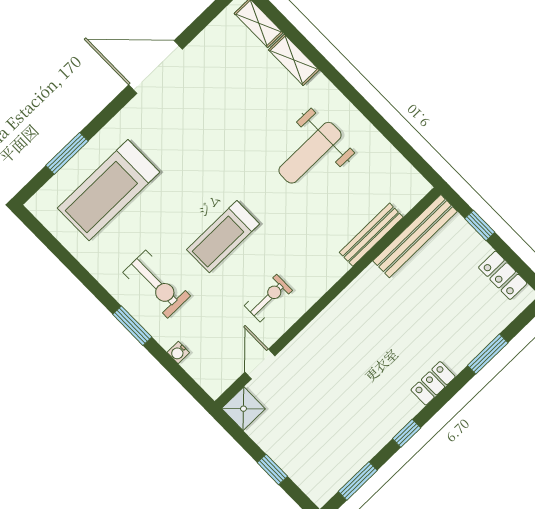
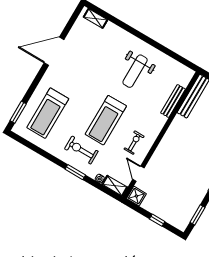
shelving: (294, 60) -> (115, 186), moved
window: (67, 153) -> (18, 112), moved
treadmill: (223, 237) -> (106, 120), width x1.37, depth x1.38
exercise bike: (157, 284) -> (81, 150), turned 180

